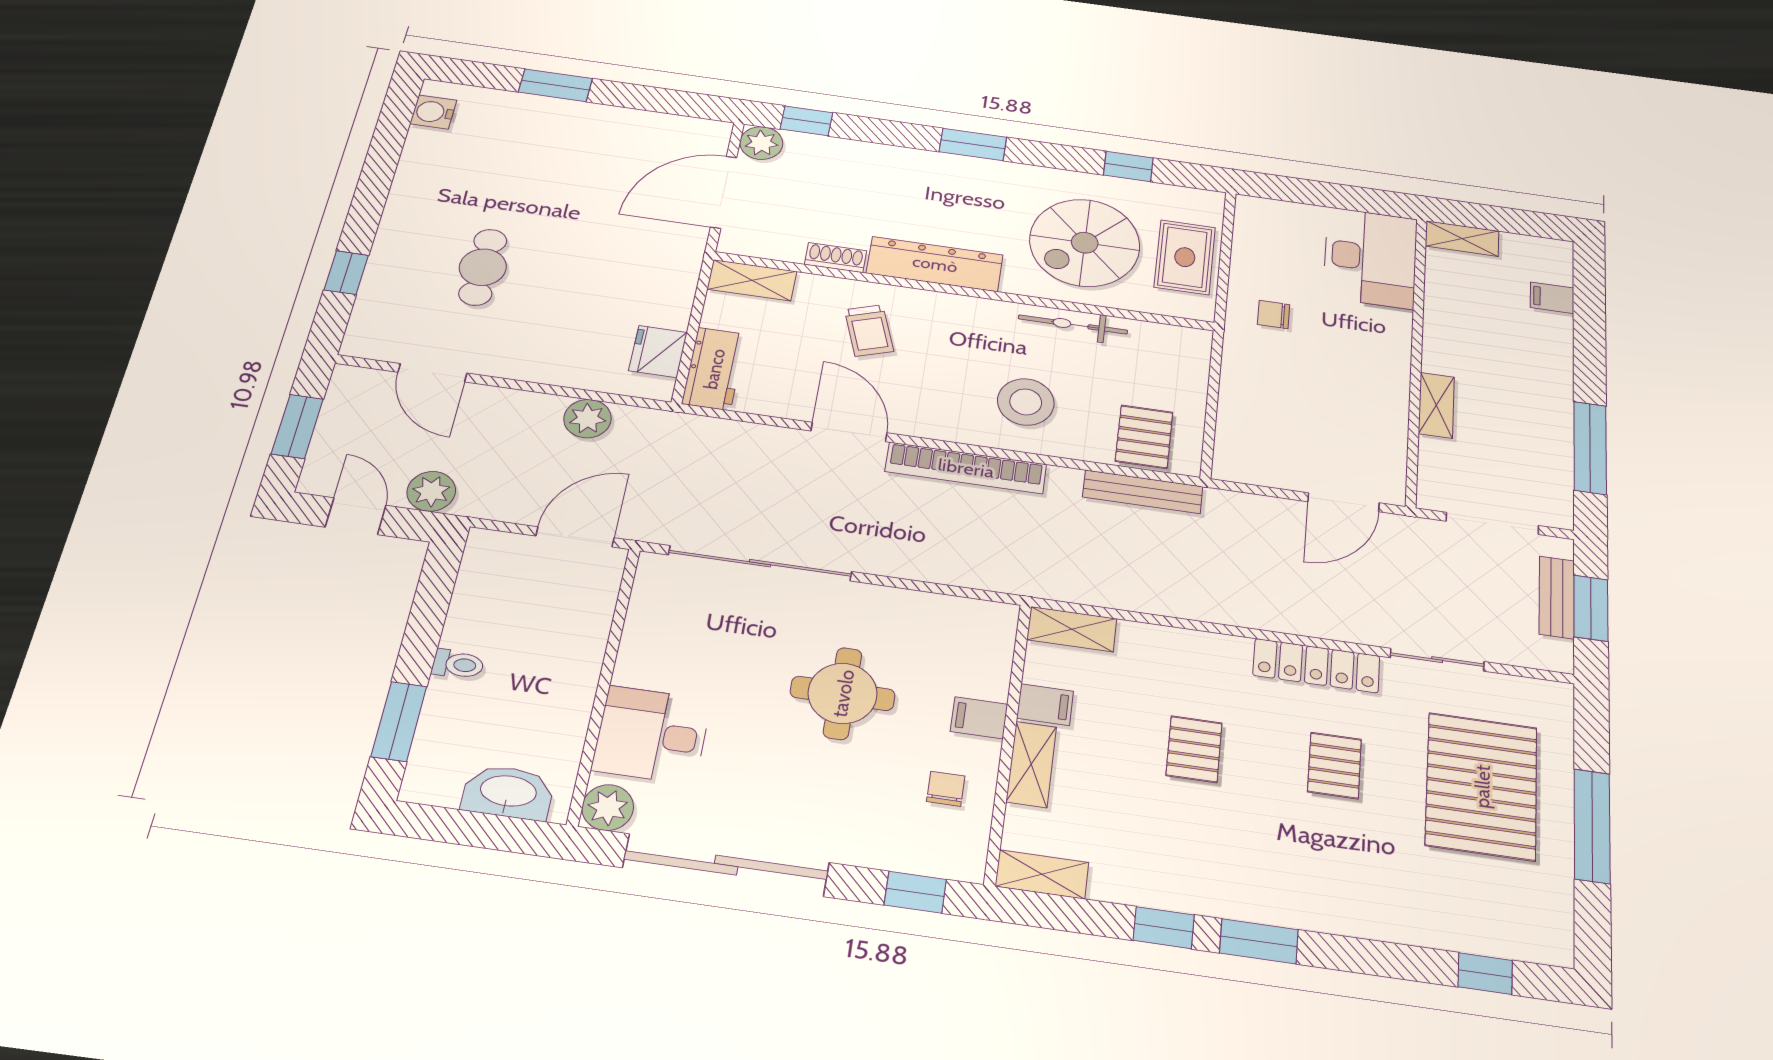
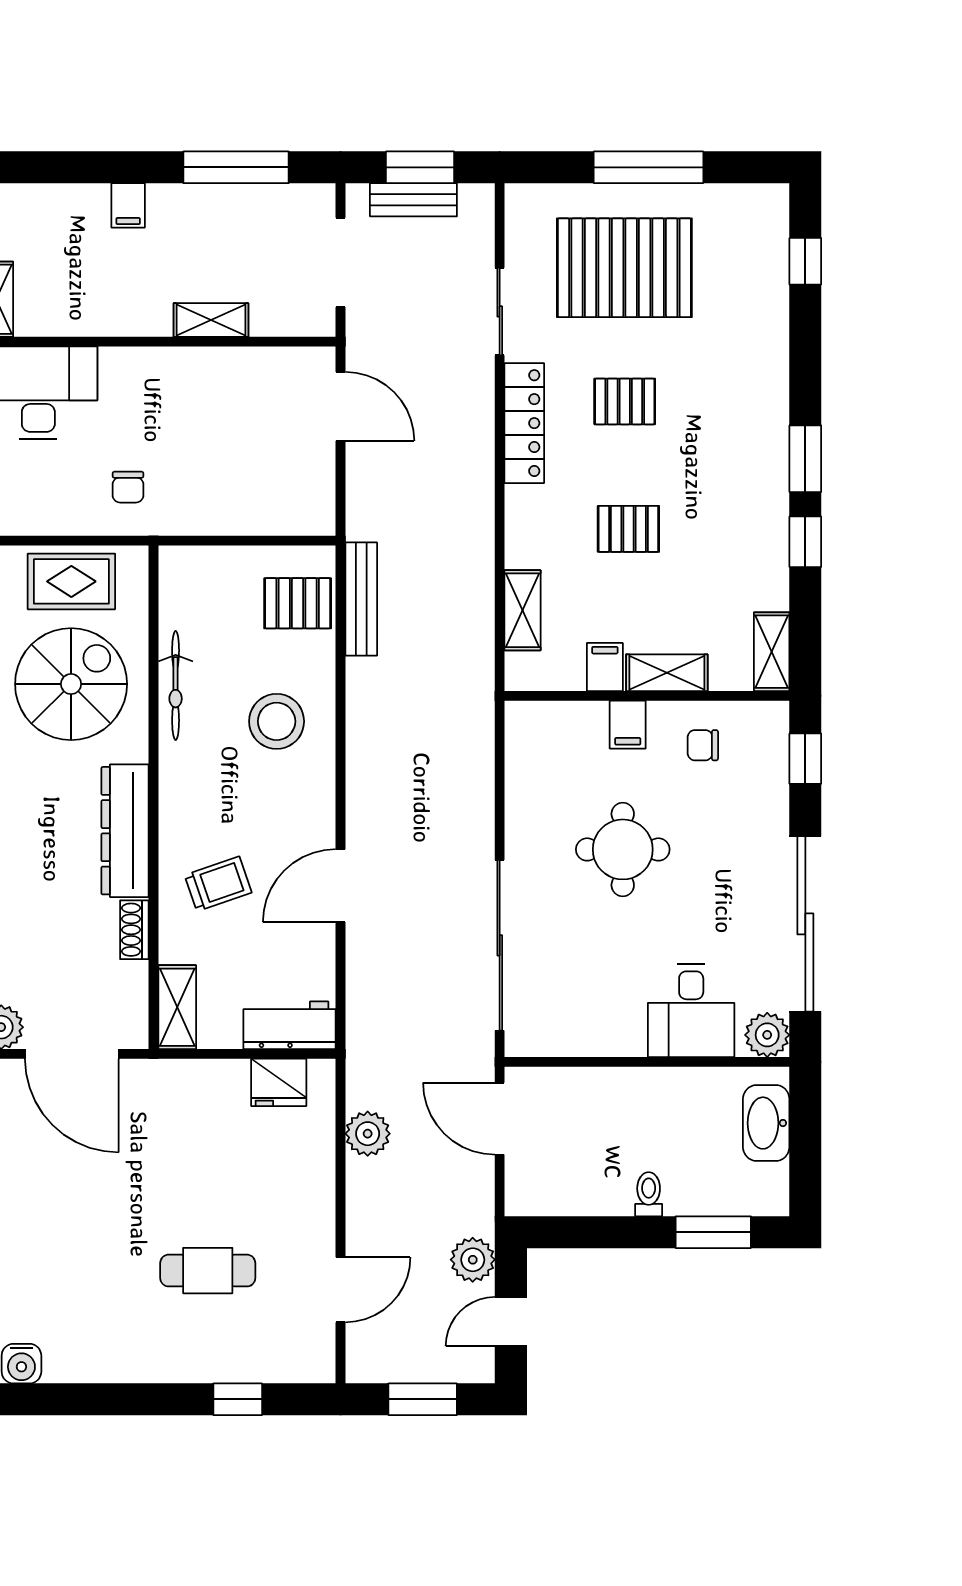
spiral stairs: (1085, 243) -> (71, 684), turned -90
filing cabinet: (1552, 298) -> (128, 205), moved
bookcase: (966, 468) -> (363, 770), removed
shelving: (1072, 629) -> (523, 610), moved

